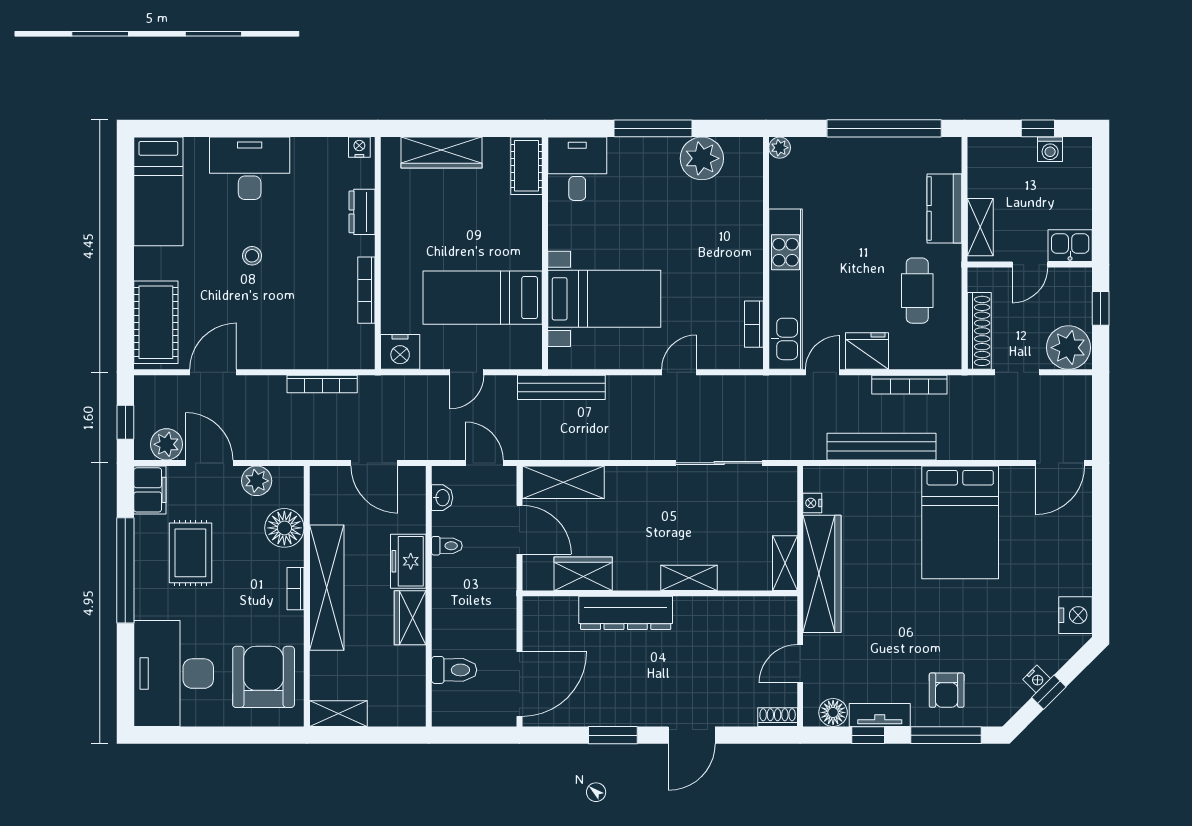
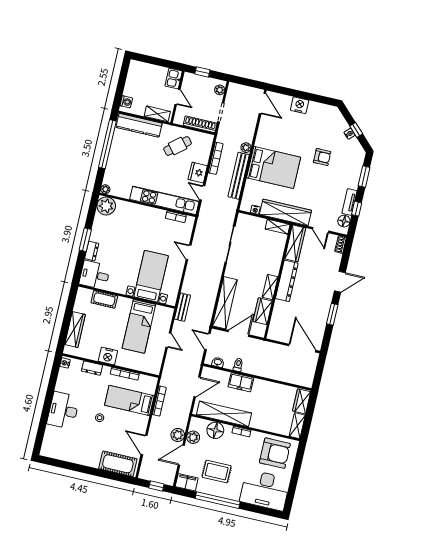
window: (653, 128) -> (85, 240), width x0.69
window: (1038, 128) -> (122, 81), removed
dresser: (631, 149) -> (92, 251), added
washing machine: (1050, 149) -> (126, 102), moved
plant: (702, 158) -> (106, 206), moved
cot: (526, 166) -> (104, 299), moved
bed: (158, 191) -> (129, 400), moved, turned 180
kitchen counter: (944, 208) -> (139, 125), width x1.50
cafe table: (917, 291) -> (178, 146), turned -39
plant: (1068, 348) -> (220, 90), width x0.53, depth x0.53
nightstand: (400, 352) -> (108, 356), moved, turned 90
bench: (561, 387) -> (182, 307), width x0.73
plant: (167, 444) -> (178, 435), moved
plant: (950, 449) -> (246, 148), added
door: (484, 463) -> (207, 341), hinge flipped
shelving: (563, 482) -> (225, 303), width x1.47
bed: (960, 522) -> (274, 167), moved
shelving: (689, 578) -> (270, 287), moved
shelving: (327, 588) -> (224, 414), moved
wardrobe: (756, 612) -> (295, 243), added
dresser: (626, 613) -> (287, 281), moved
nightstand: (1076, 615) -> (300, 105), moved
wardrobe: (410, 618) -> (302, 401), moved, turned 90
toilet: (454, 670) -> (290, 374), removed
armchair: (264, 677) -> (275, 453), turned 180
armchair: (947, 690) -> (322, 157), moved
door: (692, 735) -> (340, 282), hinge flipped
window: (946, 735) -> (364, 177), width x0.69

